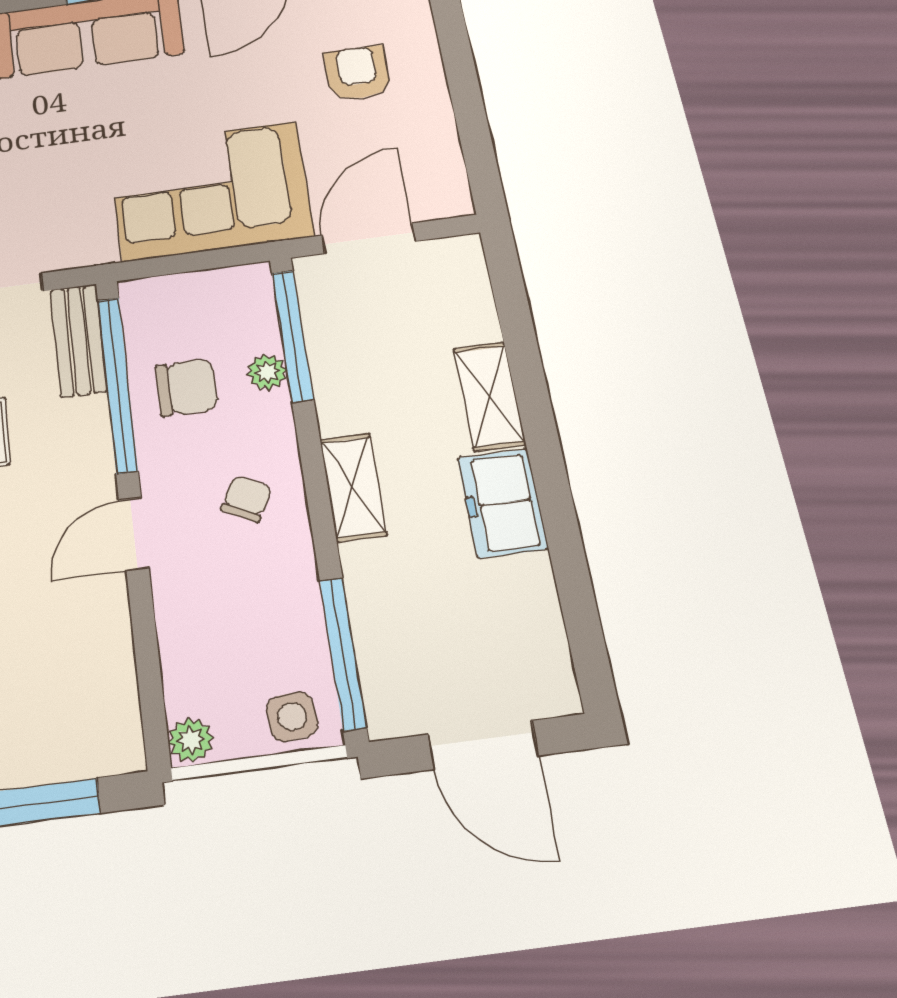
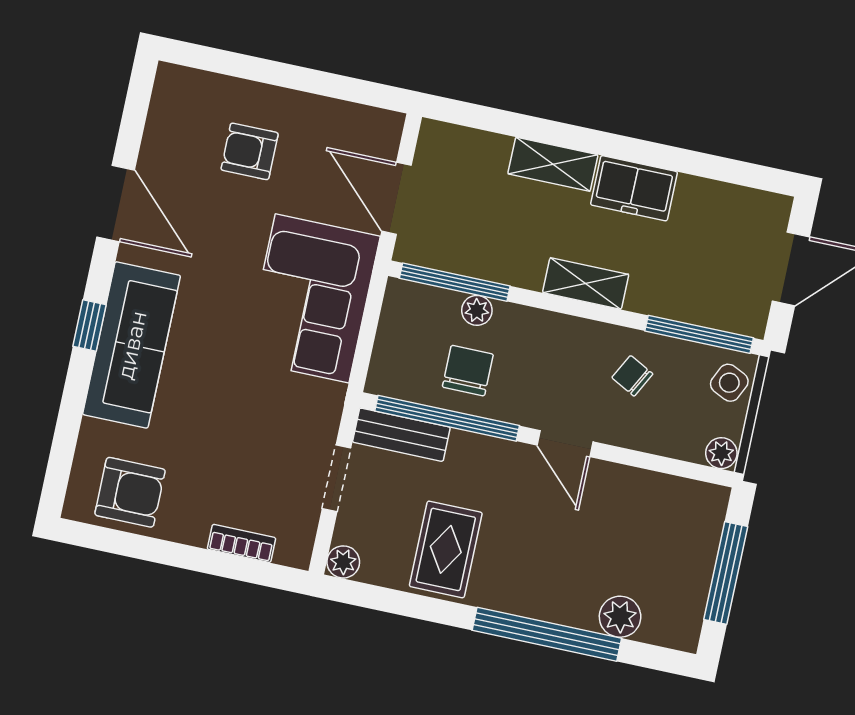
chair: (246, 499) -> (632, 376), moved
side table: (292, 717) -> (729, 383), turned 30

